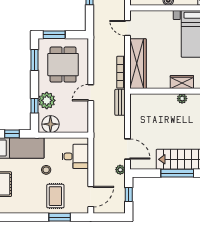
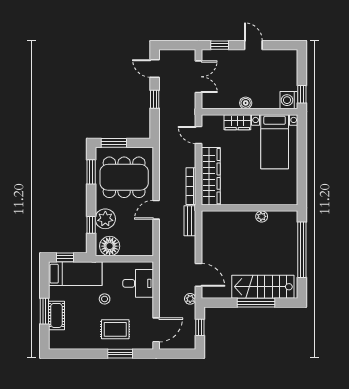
dining table: (63, 65) -> (124, 177), width x1.38
wardrobe: (182, 82) -> (237, 122), moved, turned 180
rug: (55, 196) -> (115, 329), turned 90

